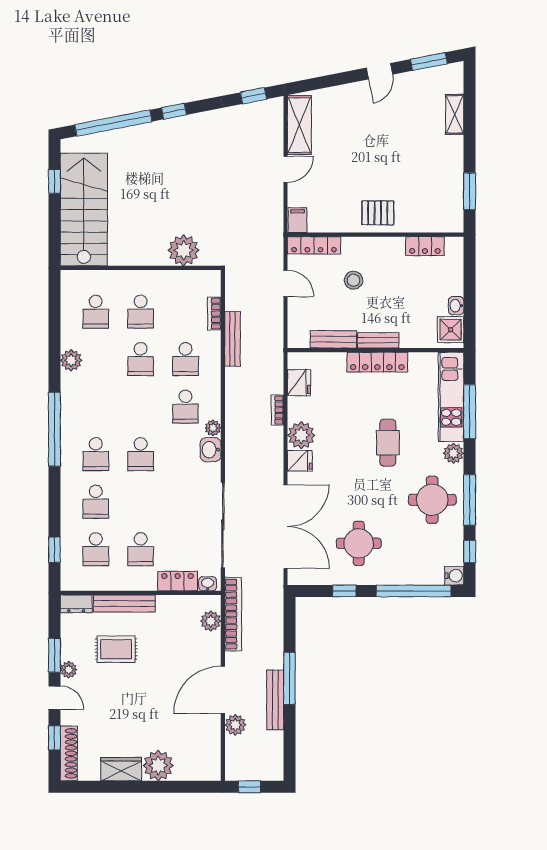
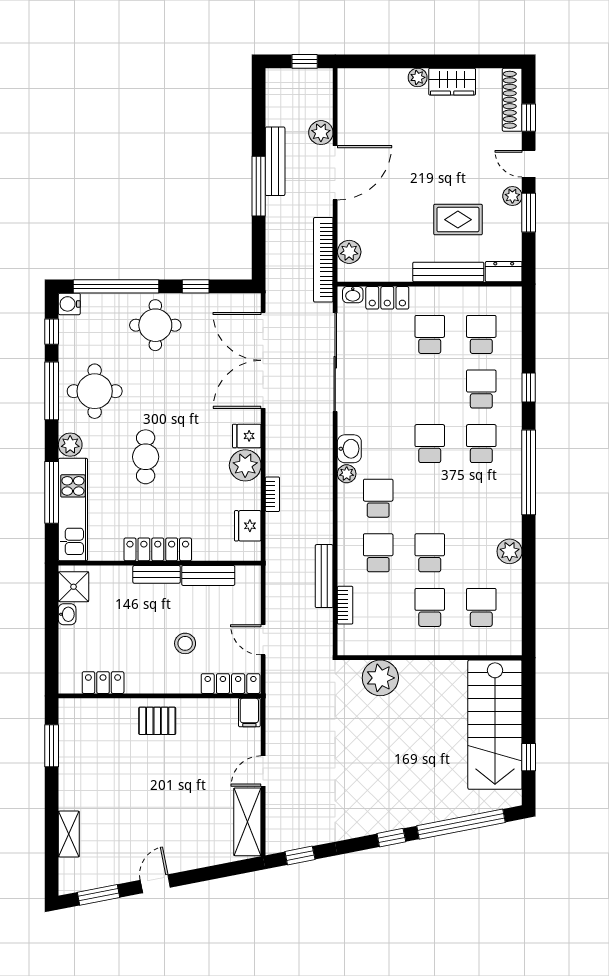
round table: (359, 543) -> (155, 325), moved
window: (54, 550) -> (529, 387), moved
plant: (158, 766) -> (418, 77), width x0.53, depth x0.53

